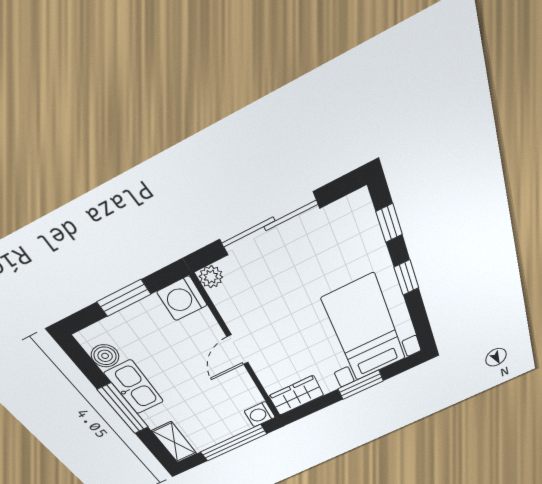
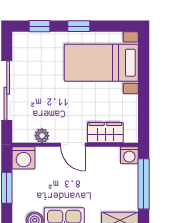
plant: (211, 277) -> (42, 136), moved
window: (361, 385) -> (144, 80), removed
wardrobe: (296, 396) -> (105, 133), moved, turned 90

